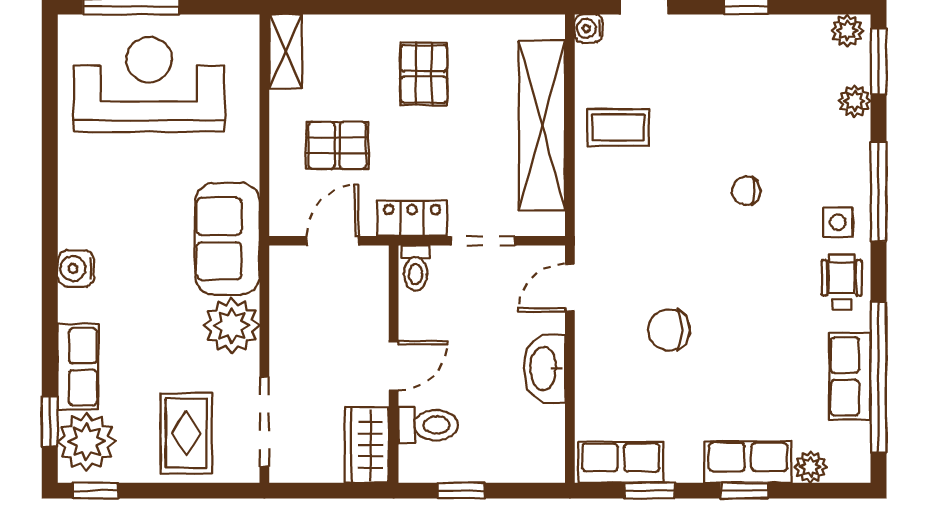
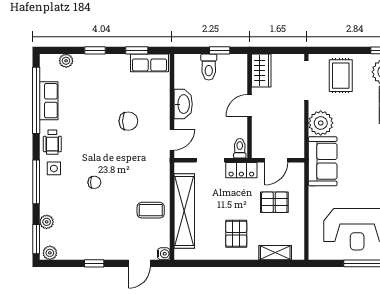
shelving: (286, 51) -> (275, 253), moved, turned 90
toilet: (428, 425) -> (209, 67), moved, turned -90
row of seats: (748, 462) -> (94, 63), removed

